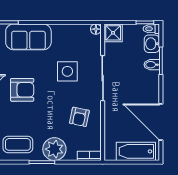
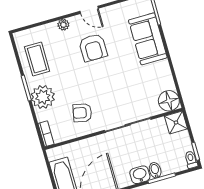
floor lamp: (96, 29) -> (169, 101), width x1.89, depth x1.89
washbasin: (152, 44) -> (140, 175), moved
side table: (67, 71) -> (124, 88), removed

